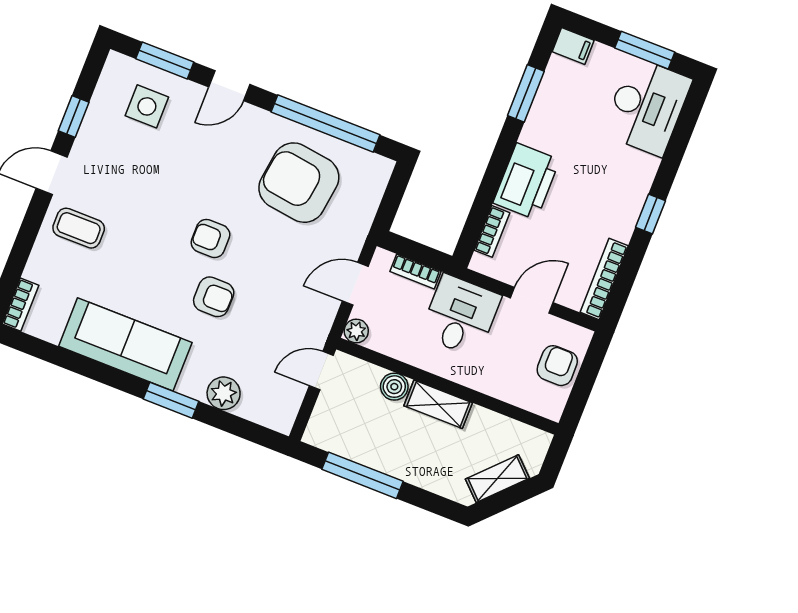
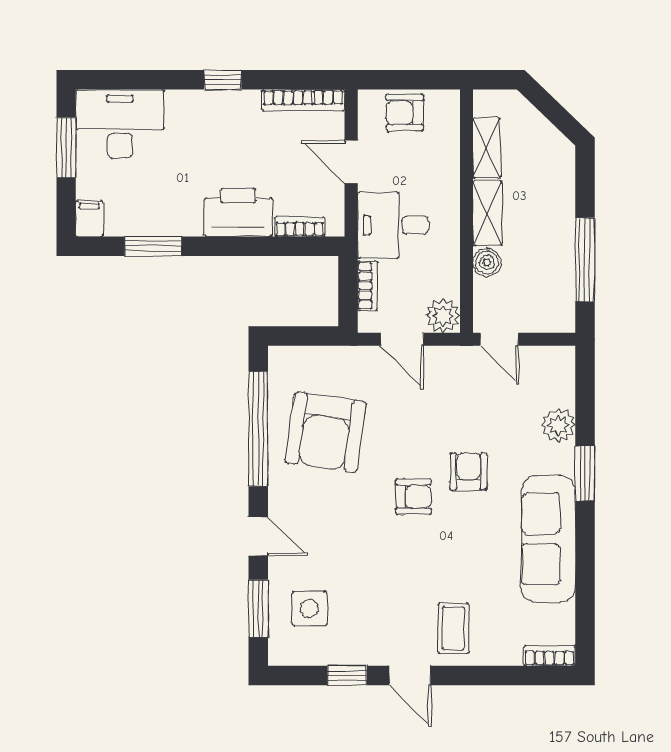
armchair: (210, 239) -> (413, 497), turned -90
plant: (356, 331) -> (443, 316), width x1.38, depth x1.38
shelving: (497, 479) -> (486, 148), moved, turned 46

